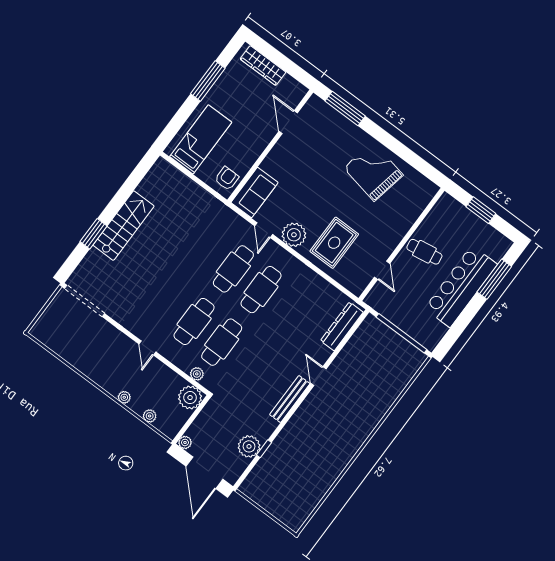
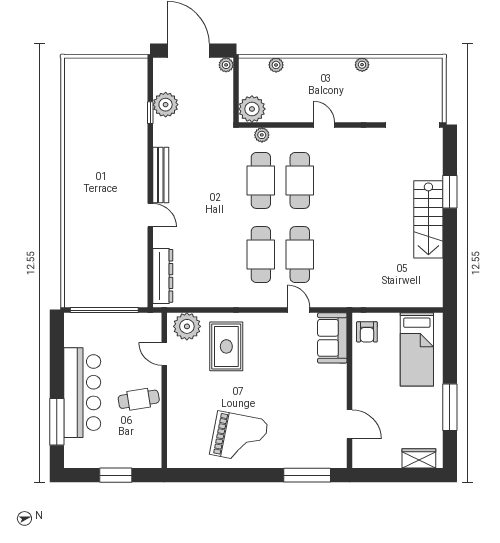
wardrobe: (263, 66) -> (419, 458), width x0.67
plant: (294, 235) -> (187, 326), moved
plant: (124, 397) -> (362, 65), moved

